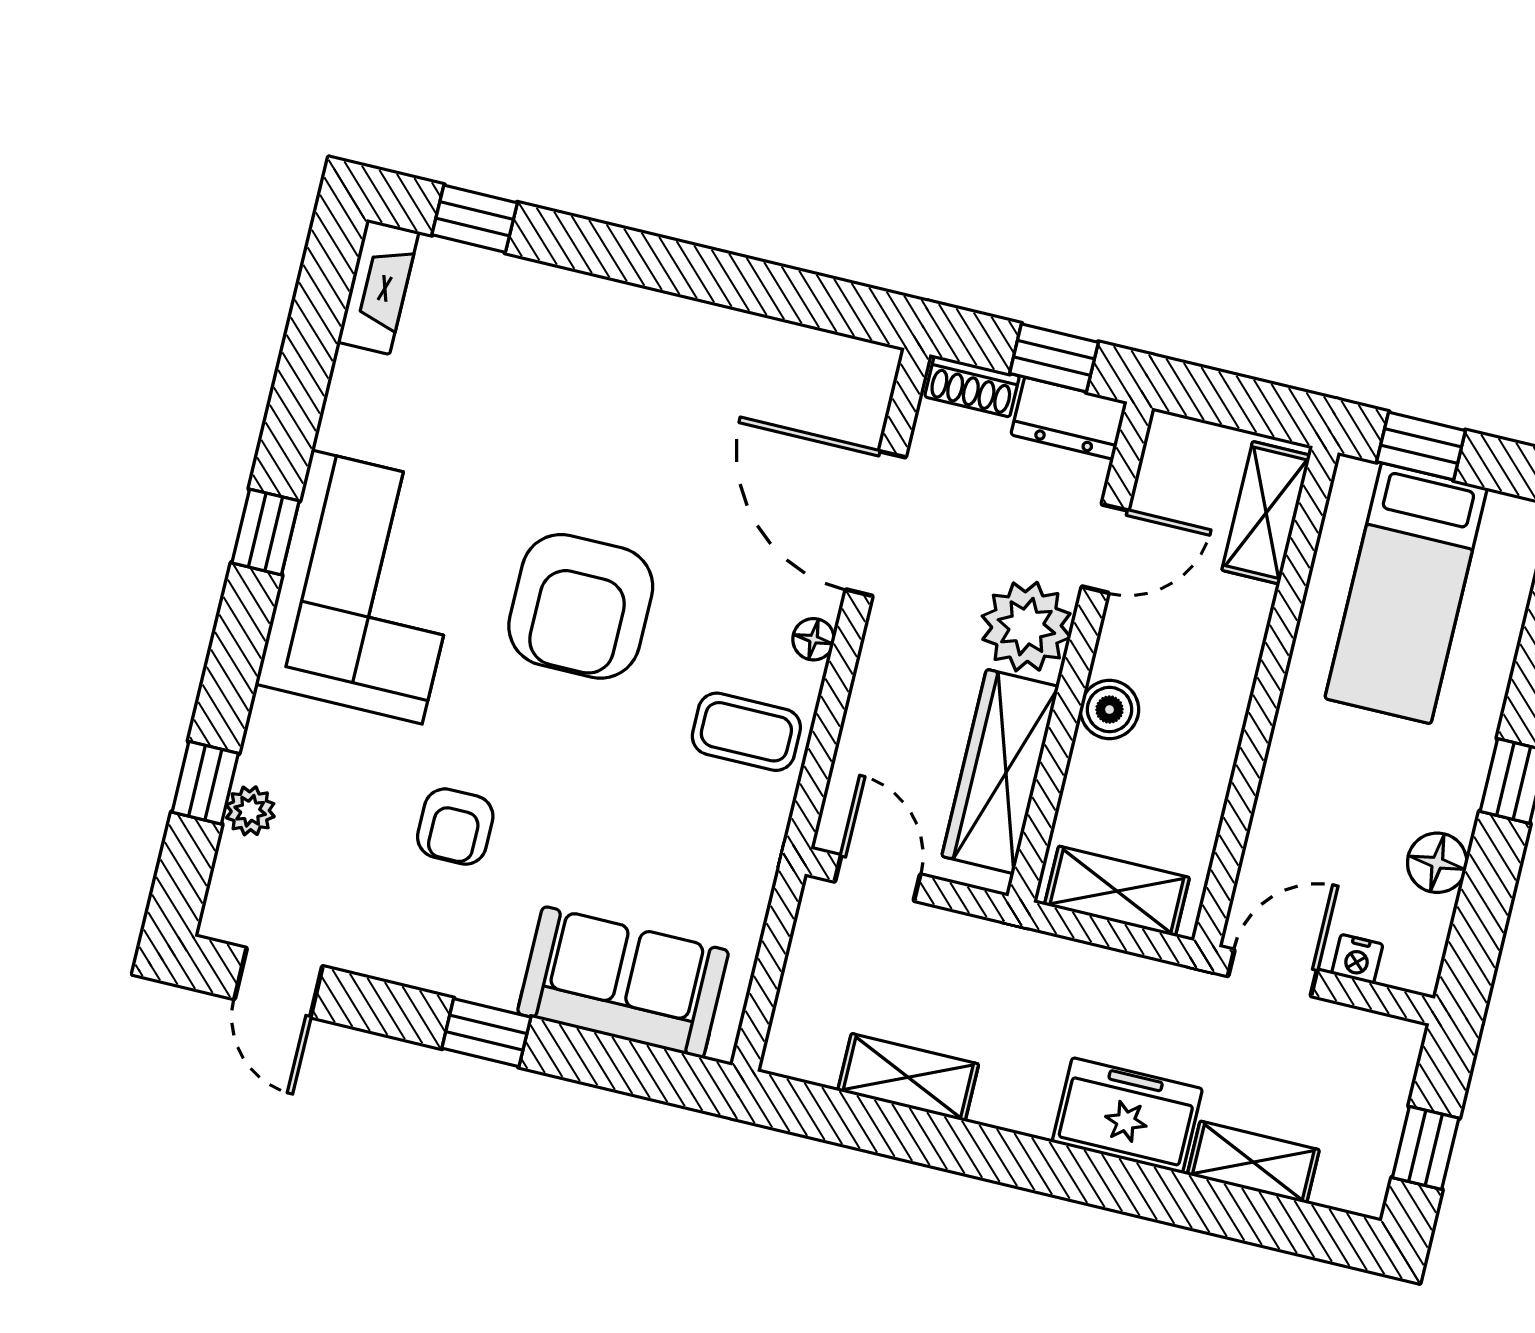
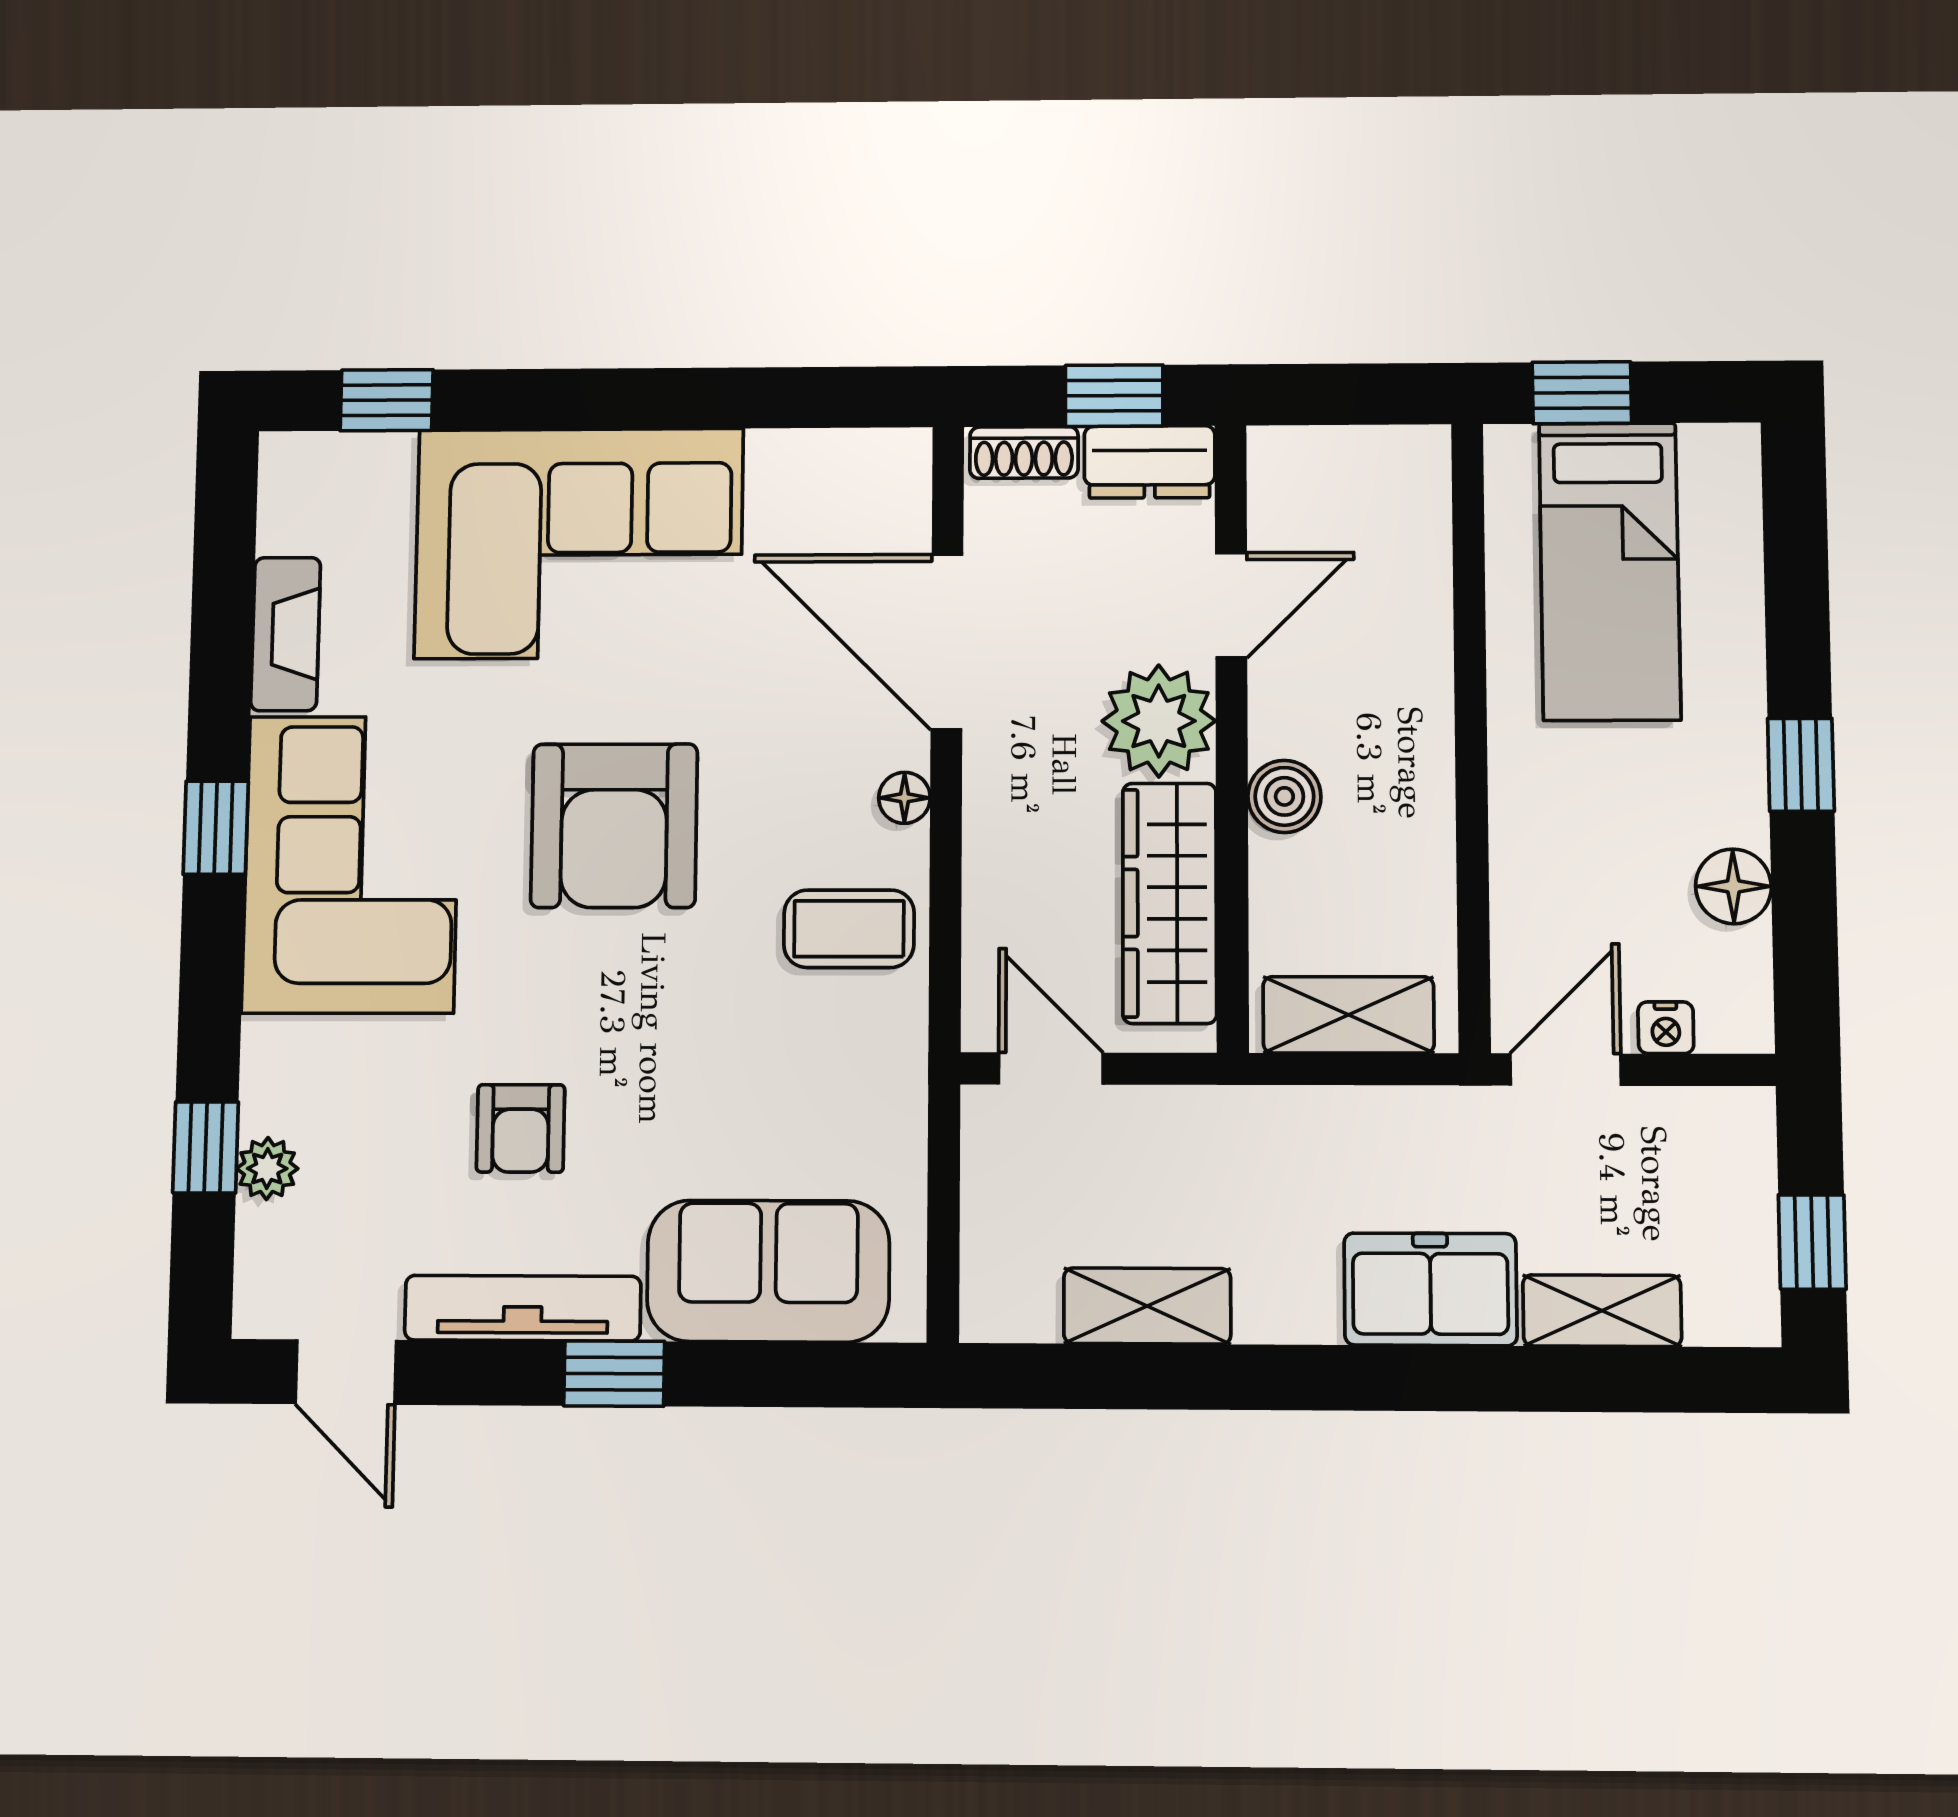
fireplace: (378, 287) -> (286, 634), moved
corner sofa: (603, 373) -> (579, 543), added
shelving: (1266, 513) -> (1415, 516), removed
tv unit: (427, 966) -> (523, 1308), added

